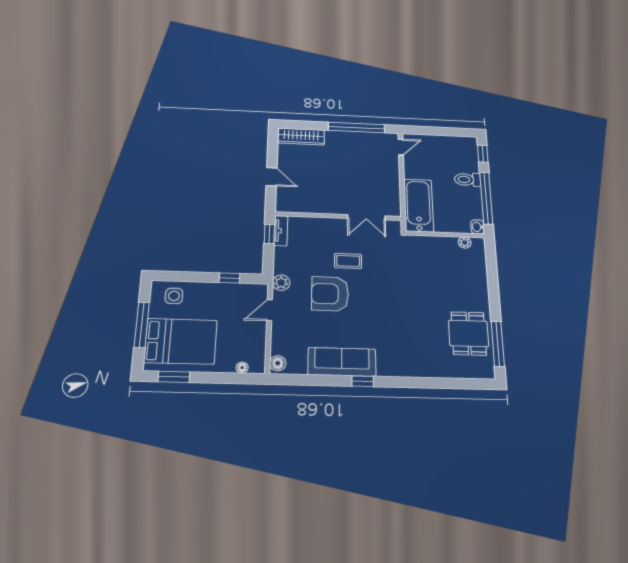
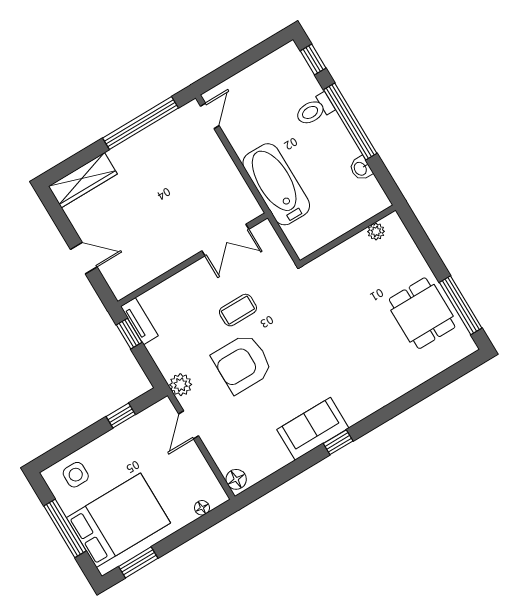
wall: (445, 234) -> (348, 235), moved
plant: (465, 243) -> (376, 231), moved
sofa: (342, 362) -> (313, 429), width x0.73

